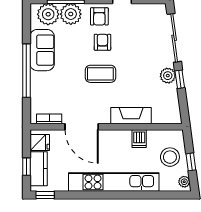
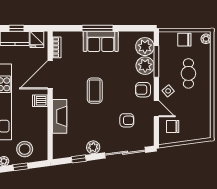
armchair: (102, 42) -> (127, 120), moved
sofa: (42, 50) -> (101, 41), moved
window: (26, 71) -> (97, 28), width x0.68
window: (180, 79) -> (79, 159), moved
dishwasher: (139, 139) -> (40, 101), moved

